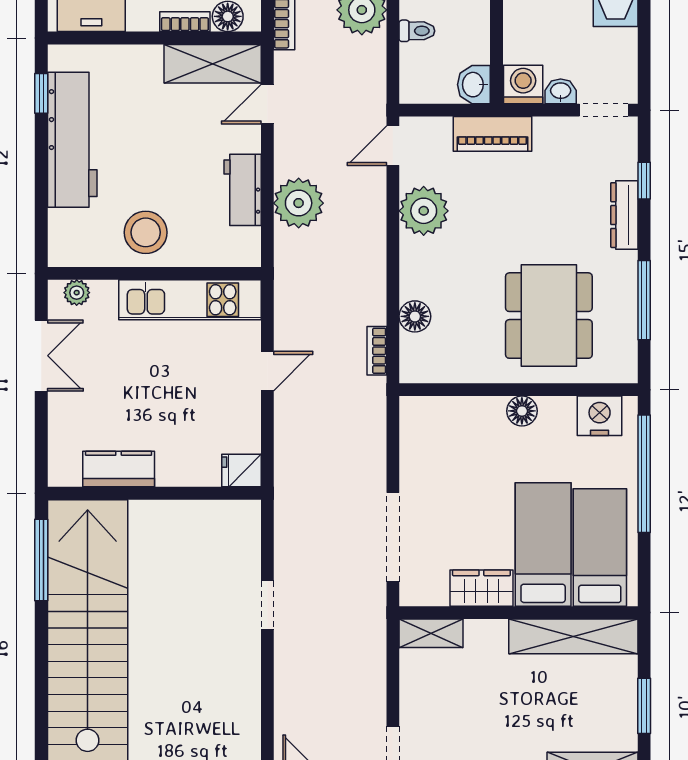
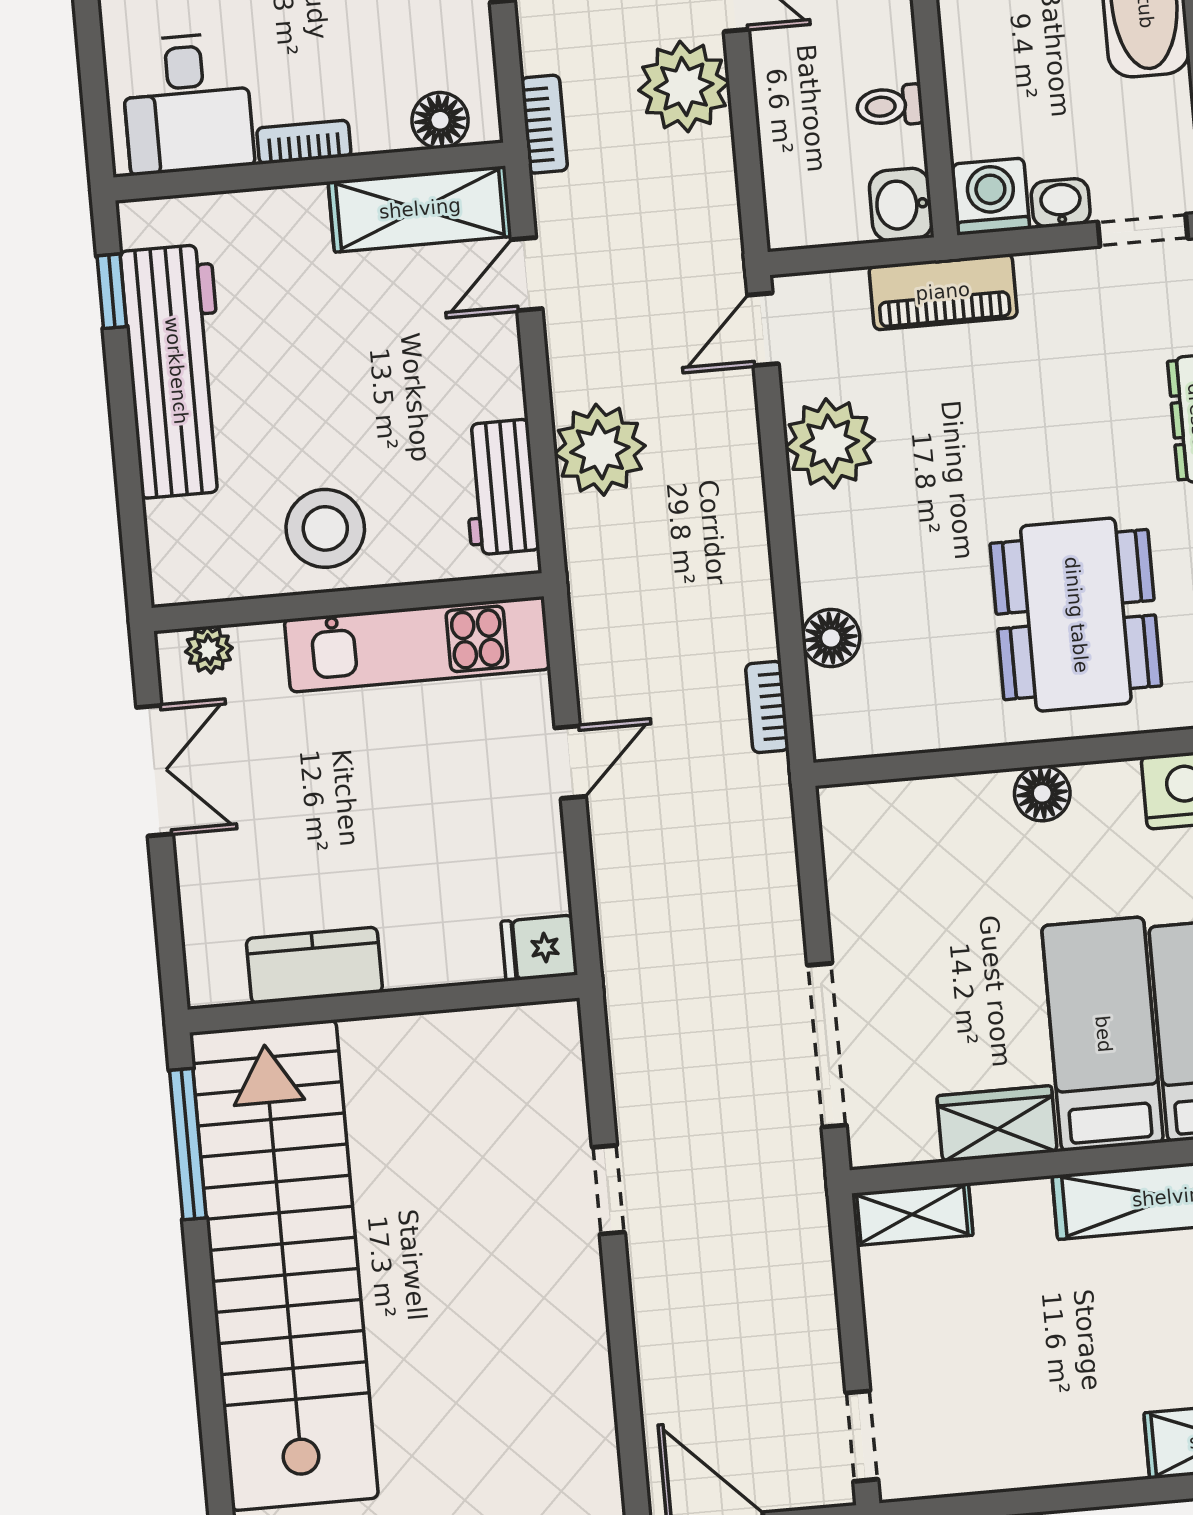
bookcase: (185, 22) -> (304, 142), moved
toilet: (417, 31) -> (890, 106), moved, turned 180
workbench: (243, 190) -> (500, 487), moved

